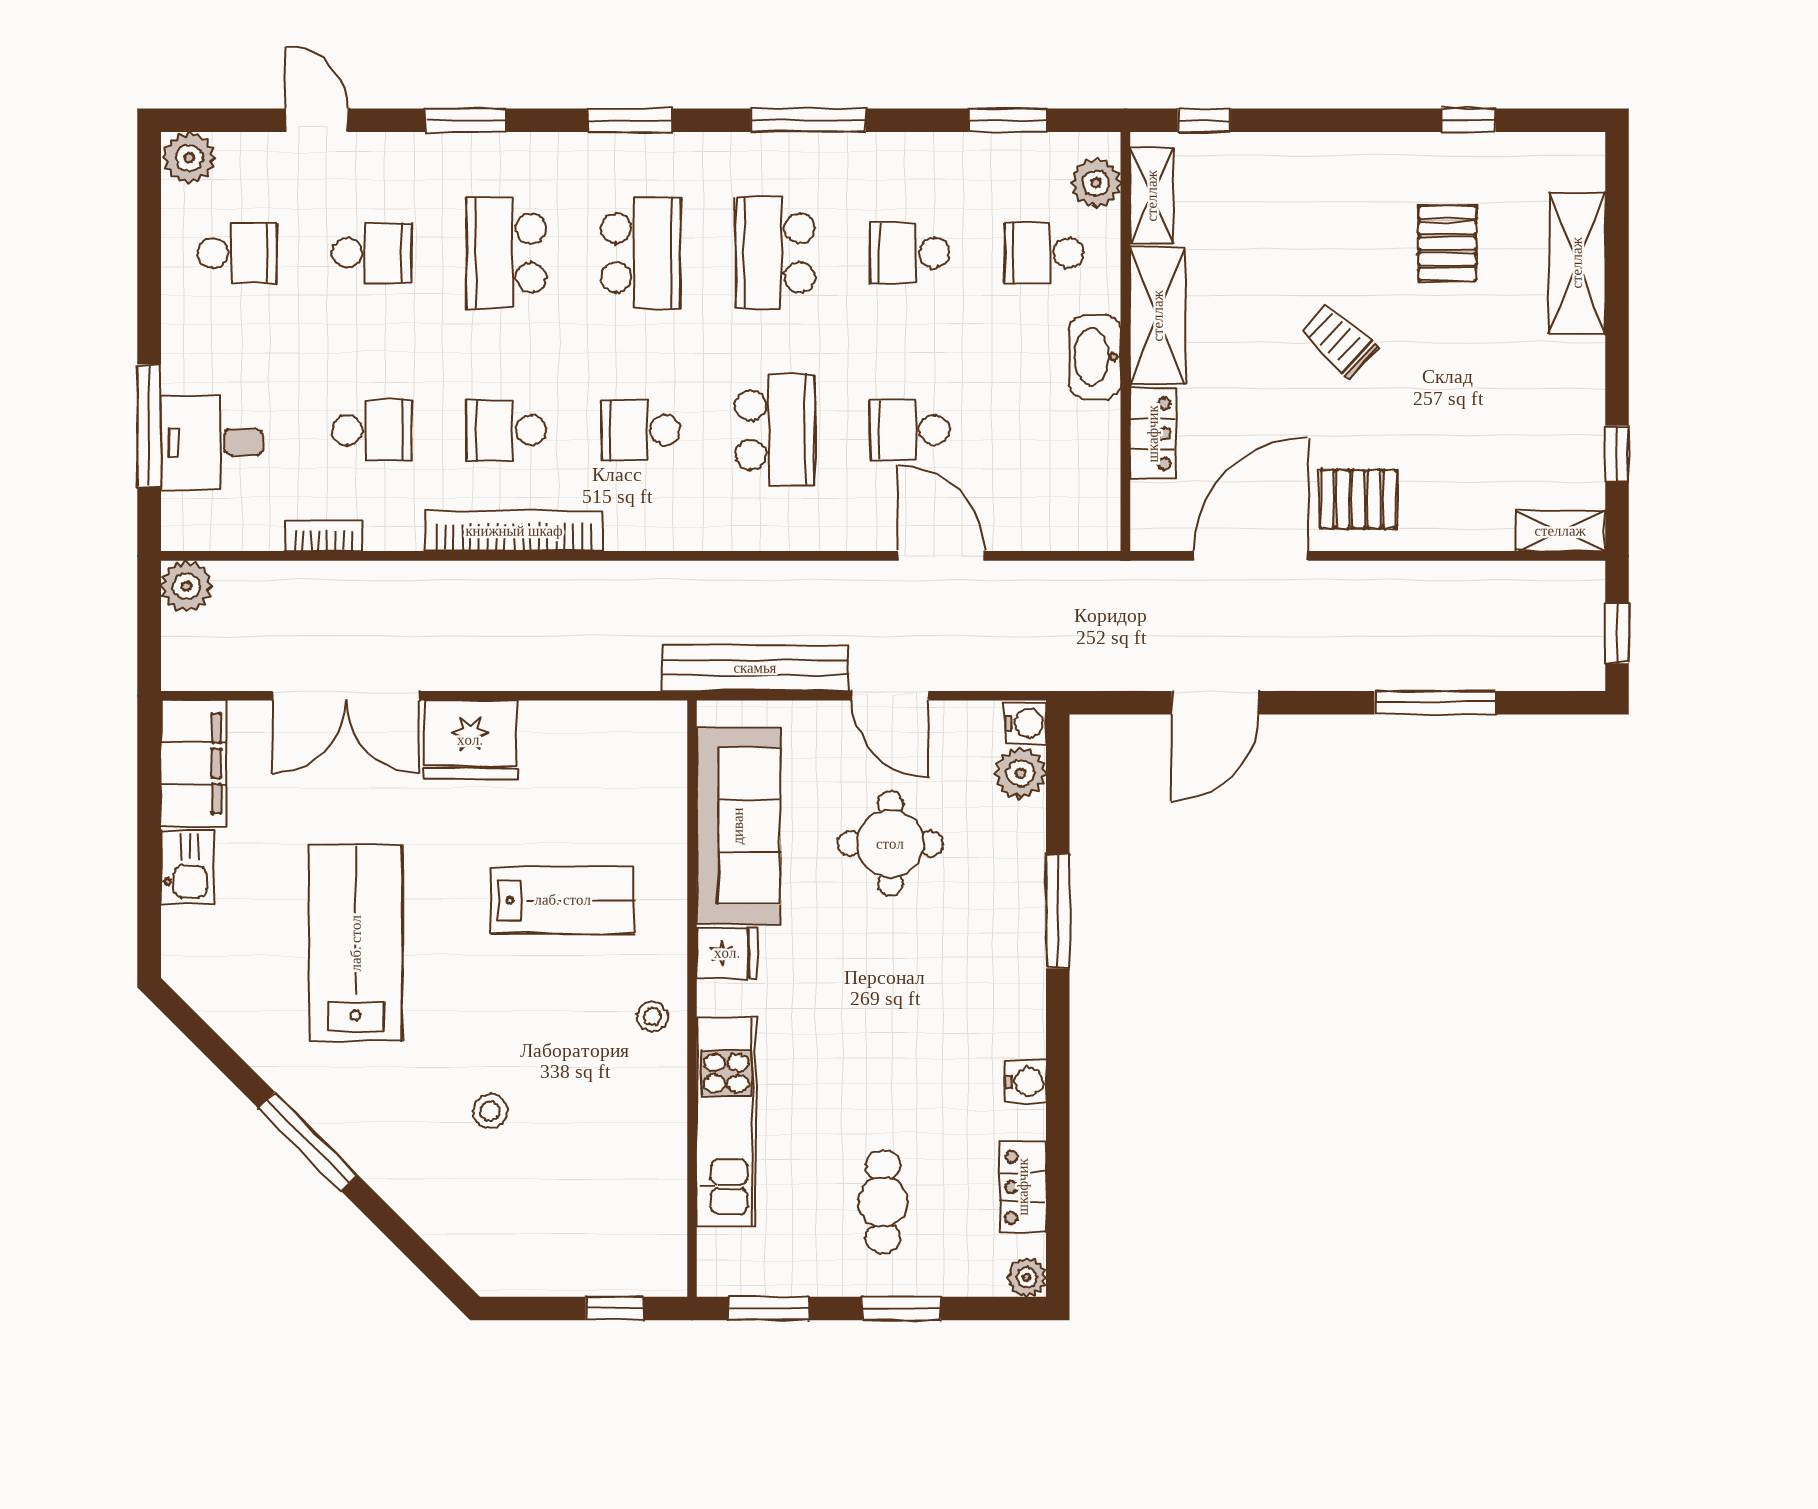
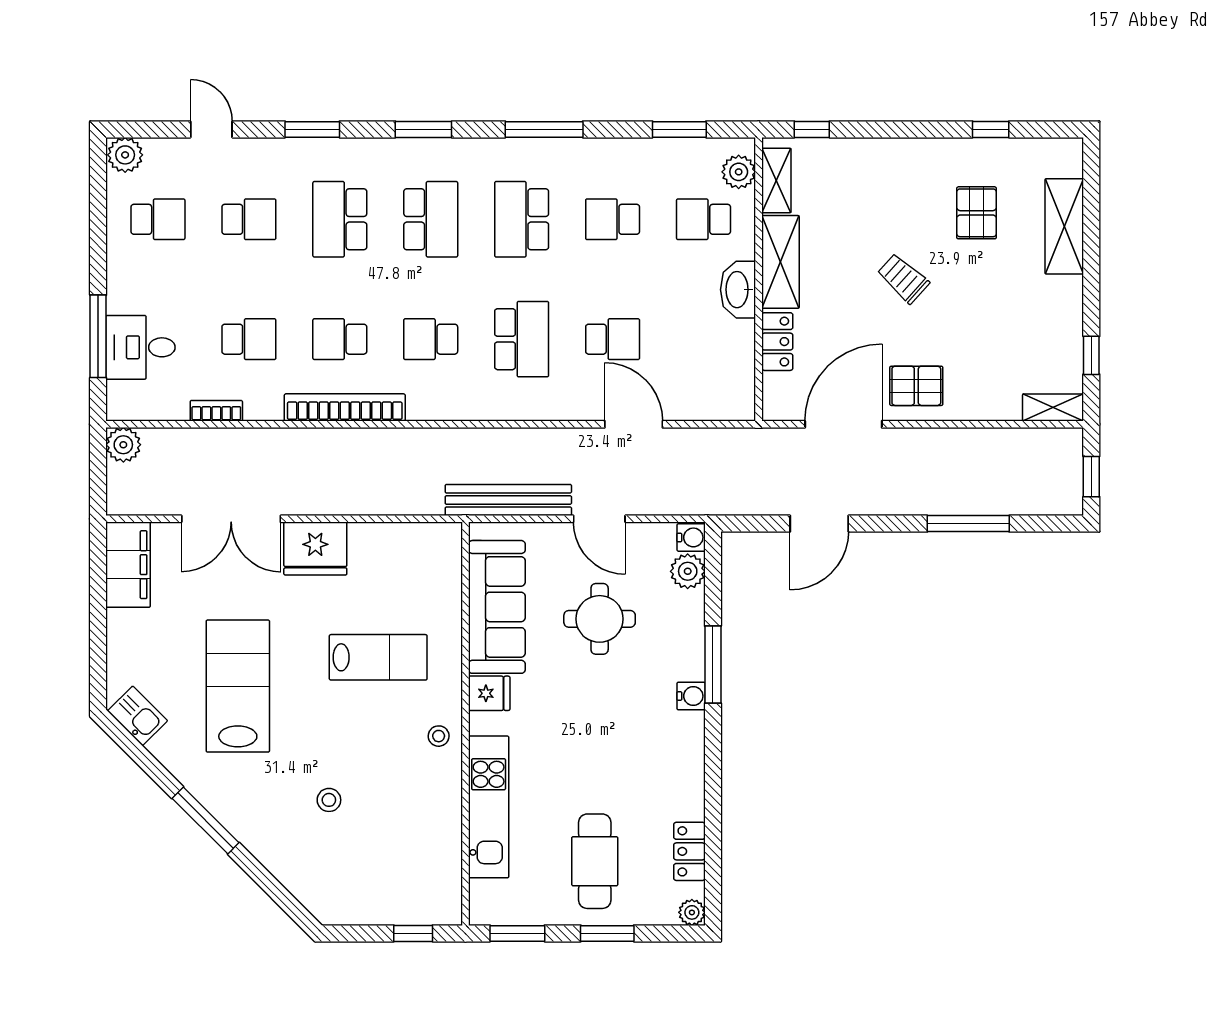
school desk: (909, 430) -> (613, 339), turned 180
kitchen sink: (187, 867) -> (137, 716), moved, turned -45
water cooler: (1026, 1082) -> (691, 696), moved
cafe table: (883, 1202) -> (595, 861), width x1.37, depth x1.35

